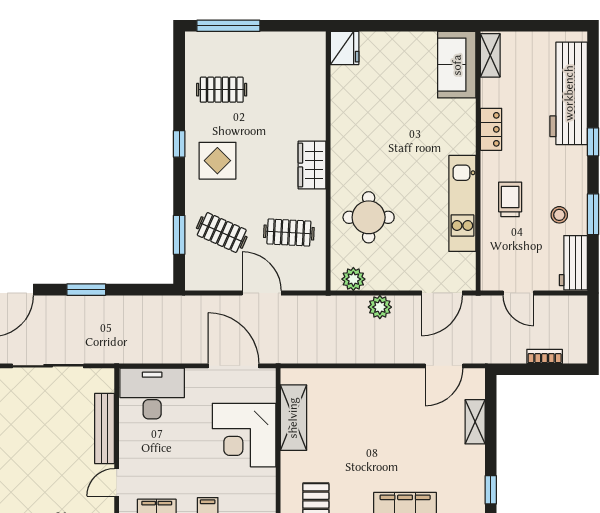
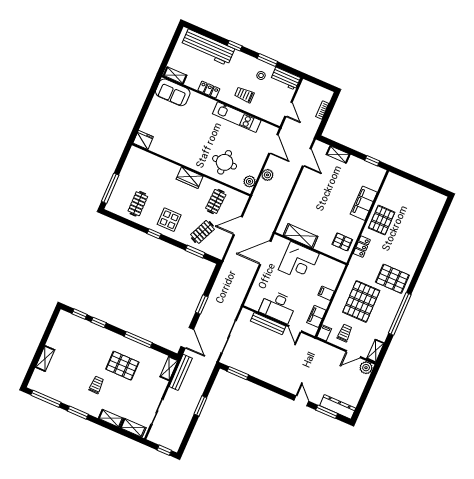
door: (518, 293) -> (288, 109), hinge flipped
desk: (152, 393) -> (278, 306), moved, turned -90

